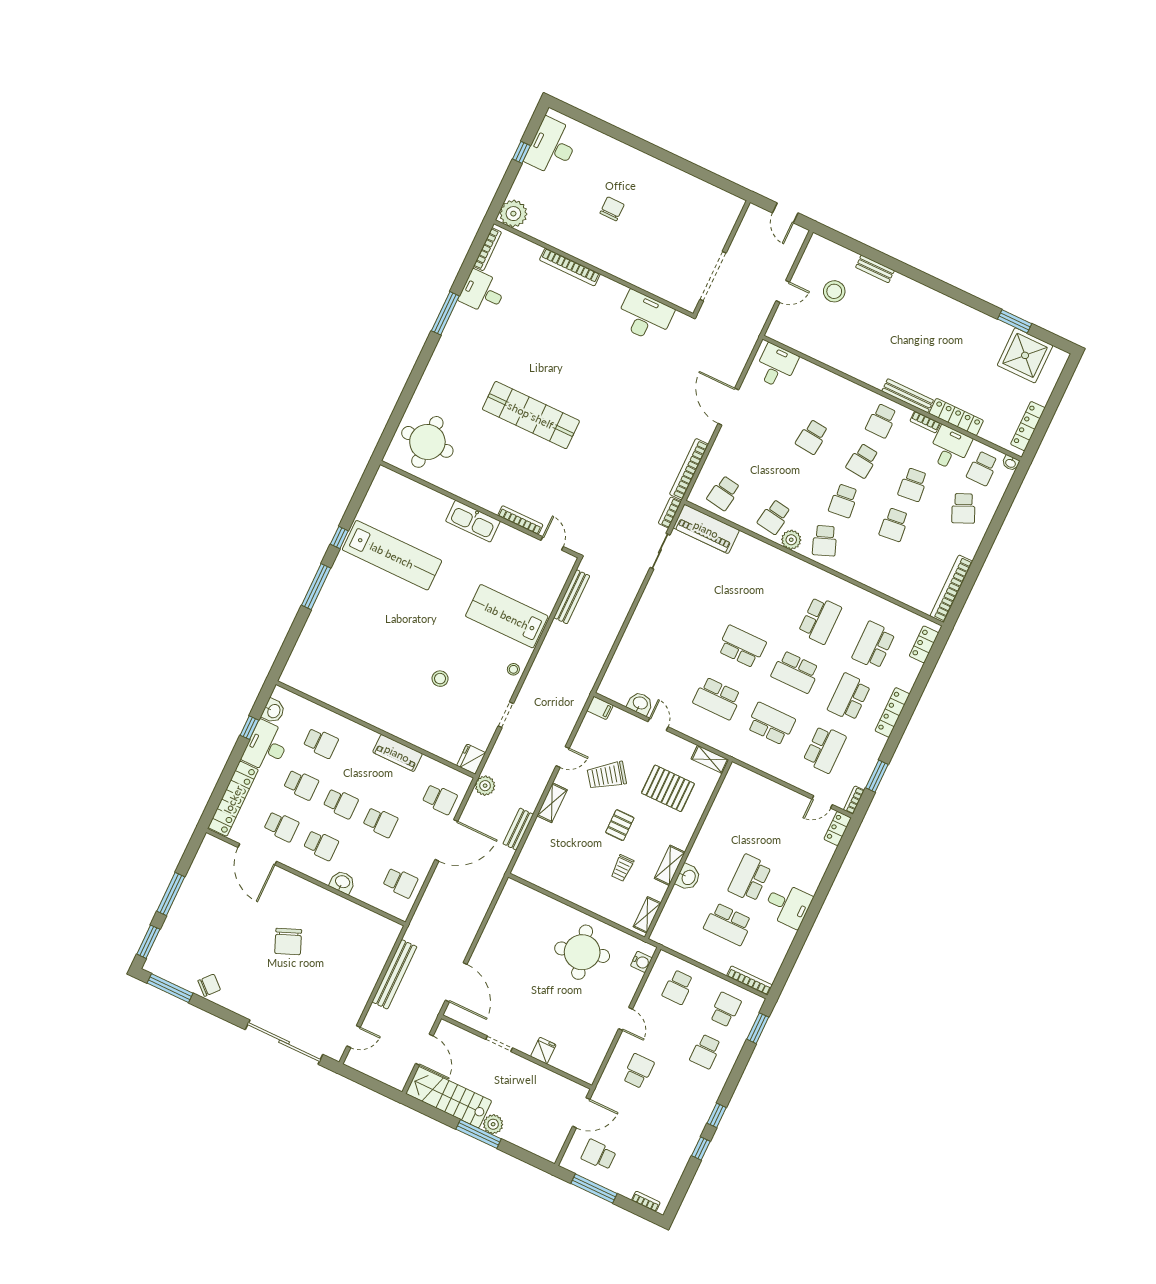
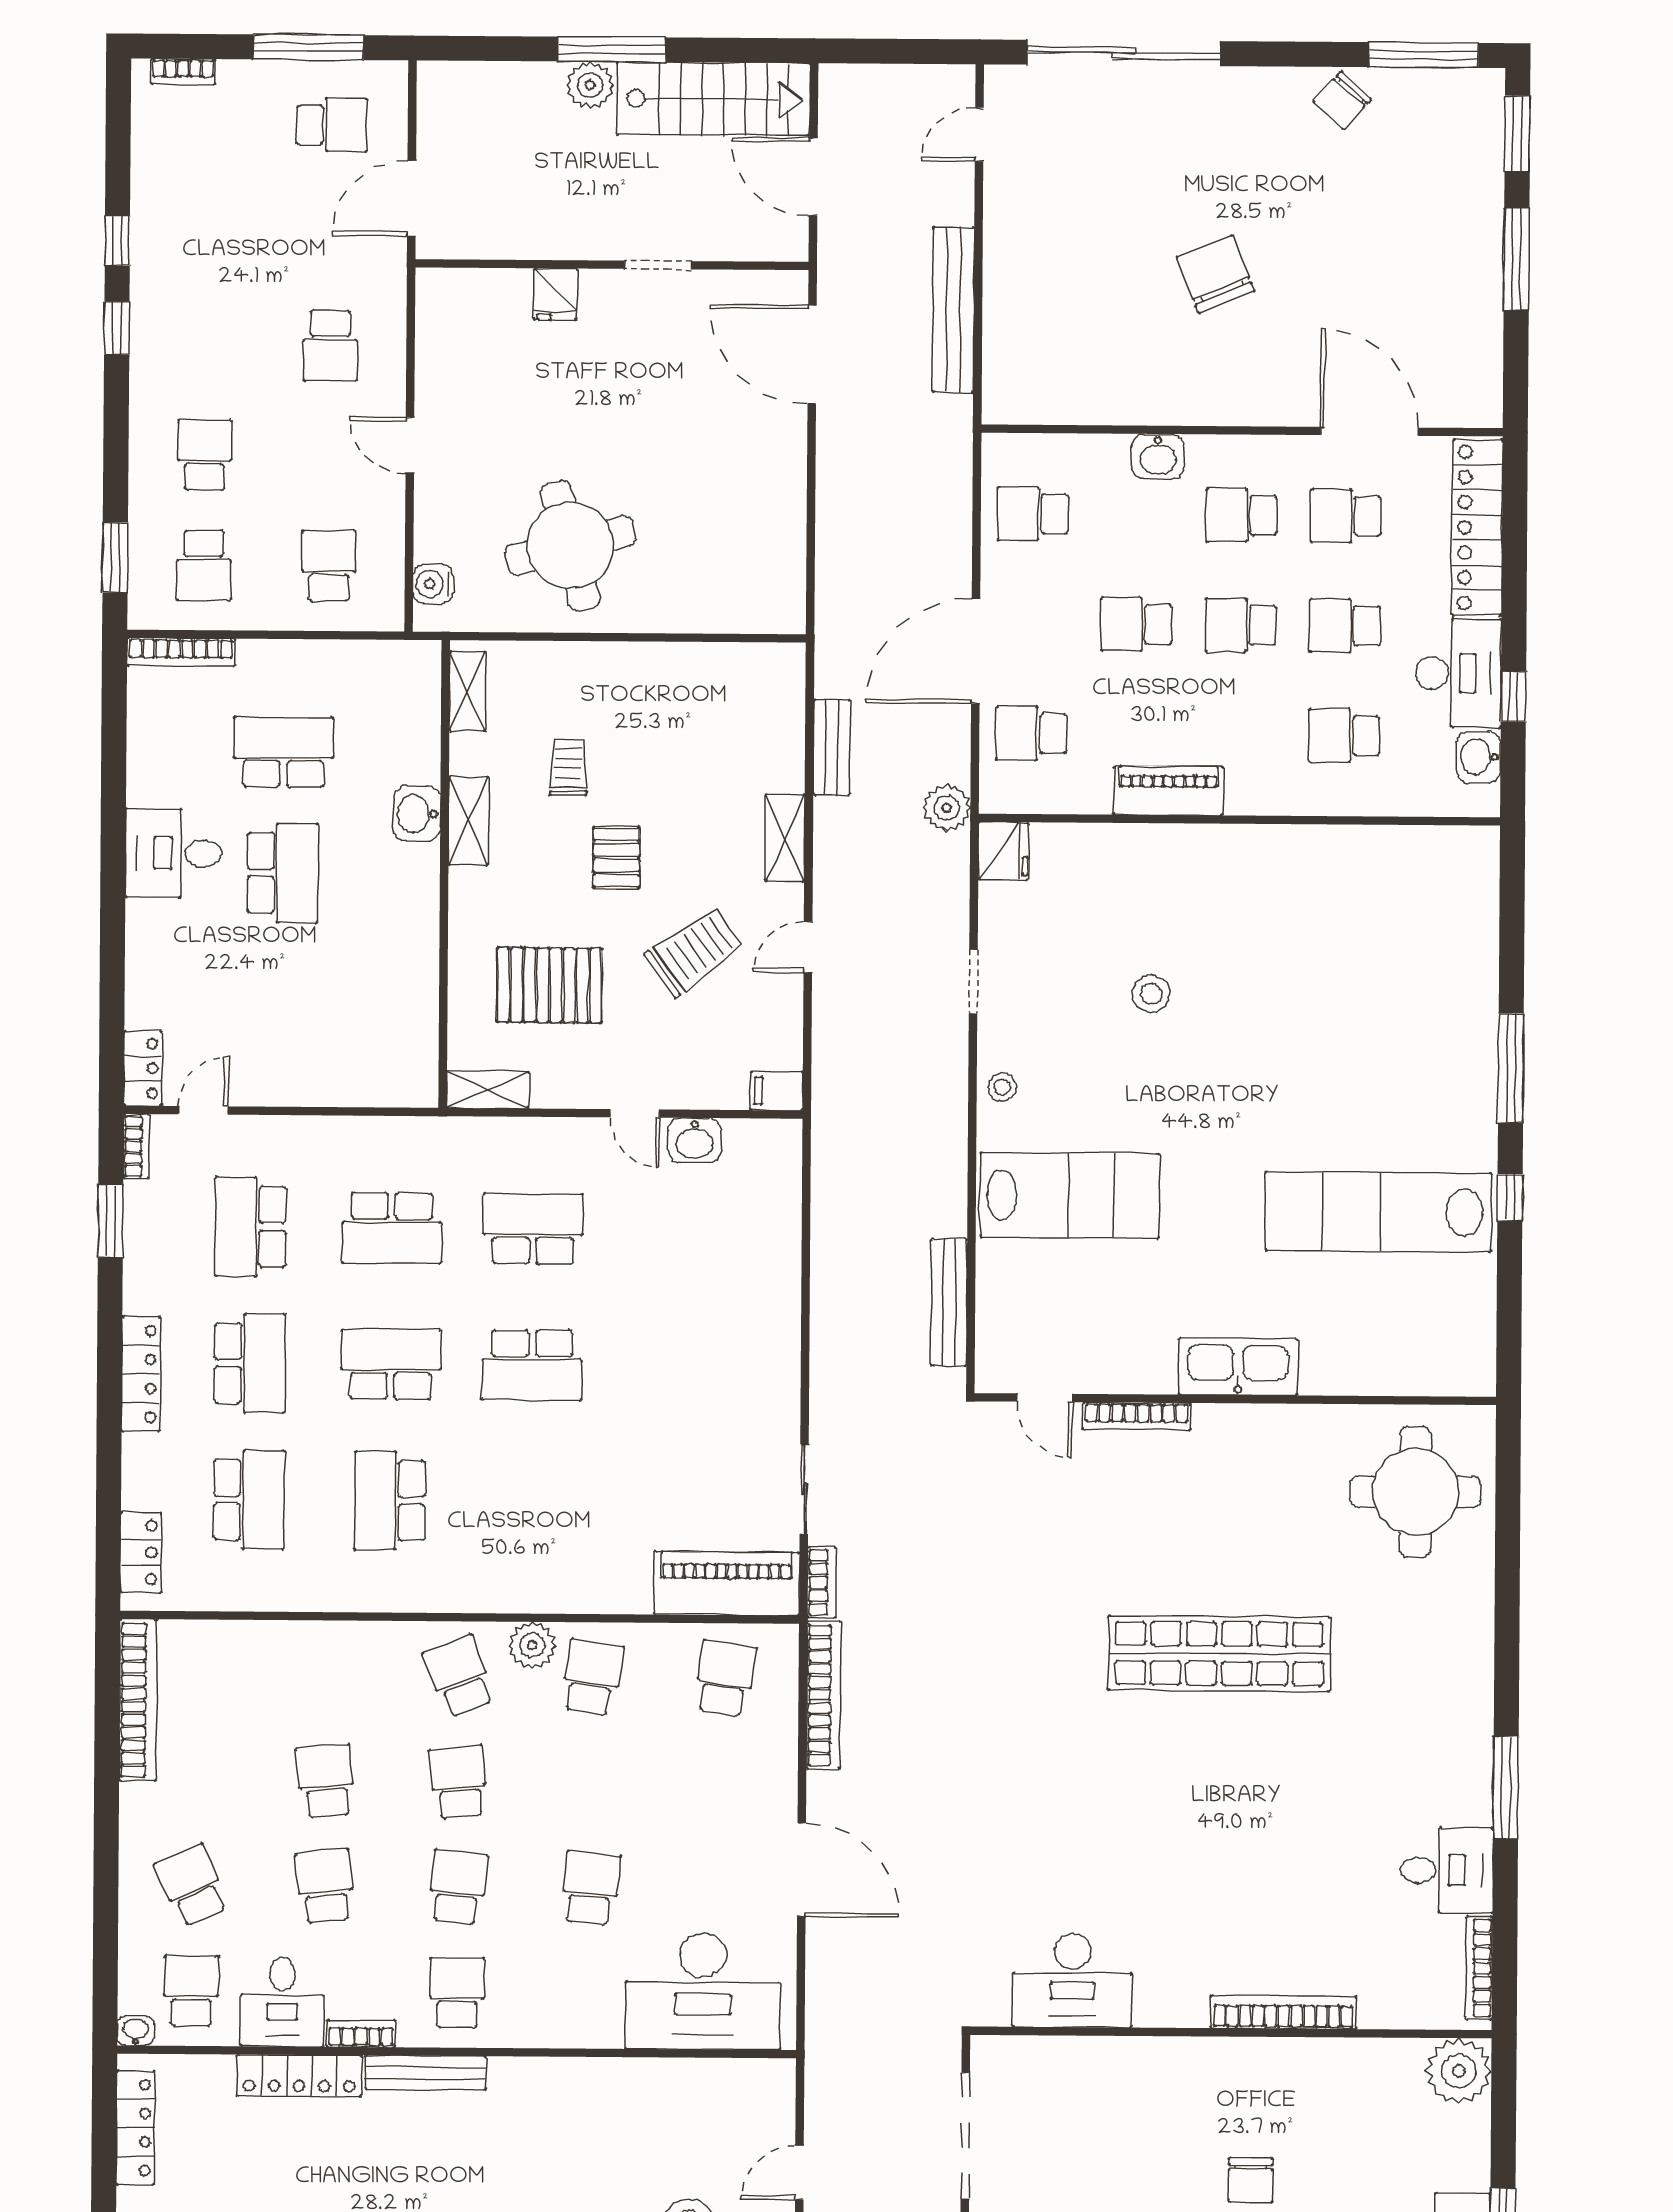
desk: (776, 366) -> (703, 1991), width x1.87, depth x1.30

